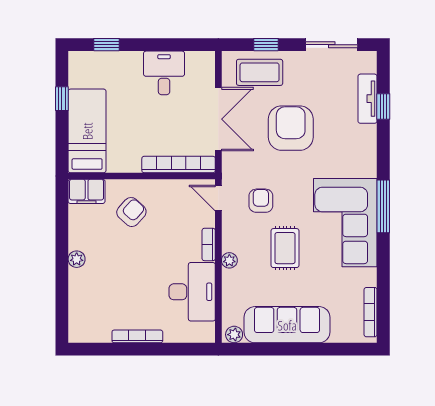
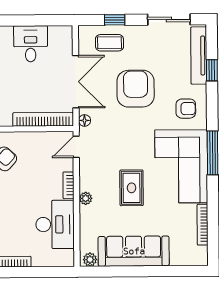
coffee table: (260, 72) -> (110, 43), width x0.73, depth x0.77
tv unit: (367, 99) -> (199, 56), width x1.41
floor lamp: (229, 166) -> (85, 120), added
door: (218, 198) -> (76, 147), hinge flipped
armchair: (261, 201) -> (186, 109), moved, turned 90
bookcase: (371, 312) -> (203, 225), moved

